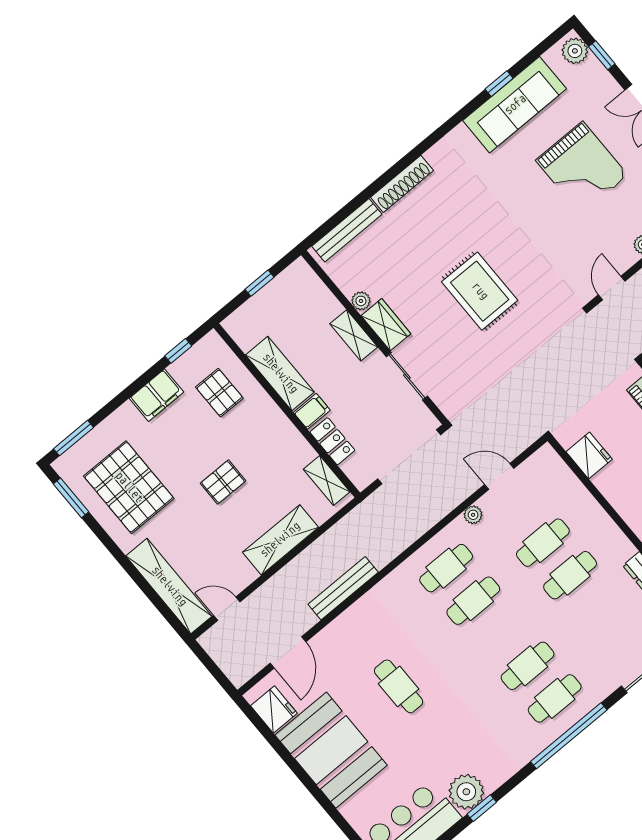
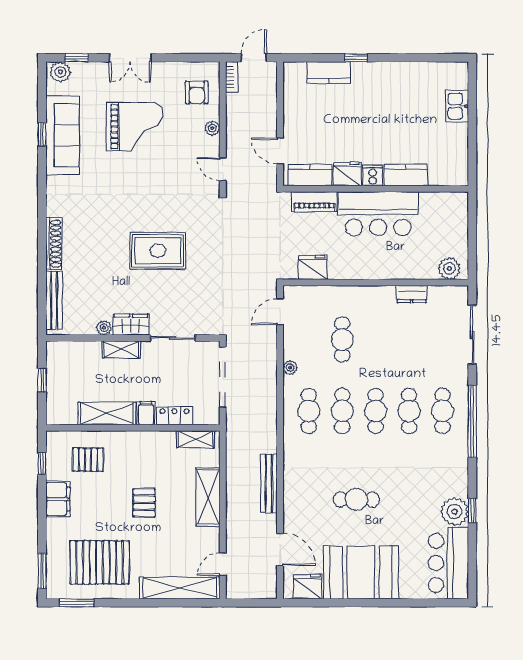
door: (499, 476) -> (280, 312), moved
cafe table: (570, 575) -> (376, 411), moved

